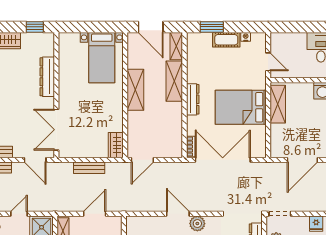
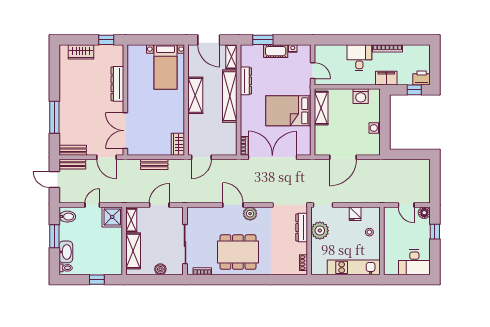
shelving: (174, 81) -> (230, 96), width x1.47
dresser: (193, 99) -> (246, 81), moved

